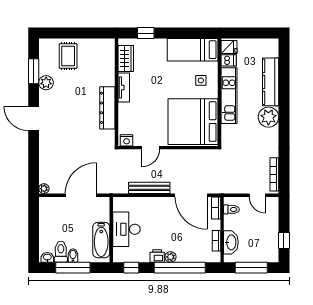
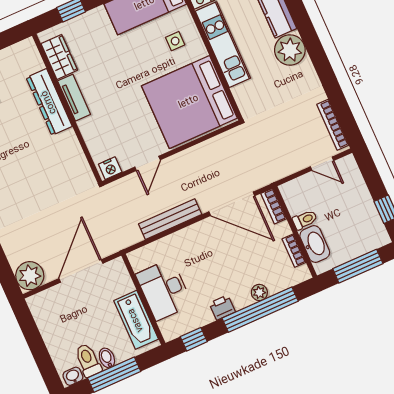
dresser: (107, 108) -> (49, 102), moved
plant: (44, 189) -> (30, 276), width x1.87, depth x1.87
toilet: (231, 209) -> (305, 220), moved
plant: (171, 257) -> (259, 292), moved

